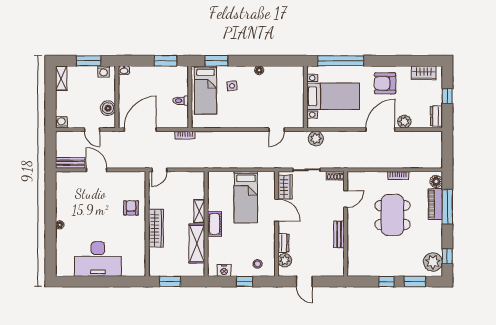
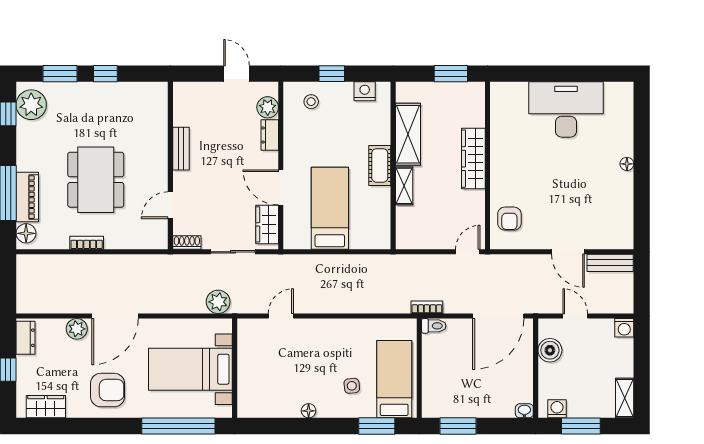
toilet: (181, 101) -> (434, 326), moved
armchair: (131, 208) -> (509, 219), moved

